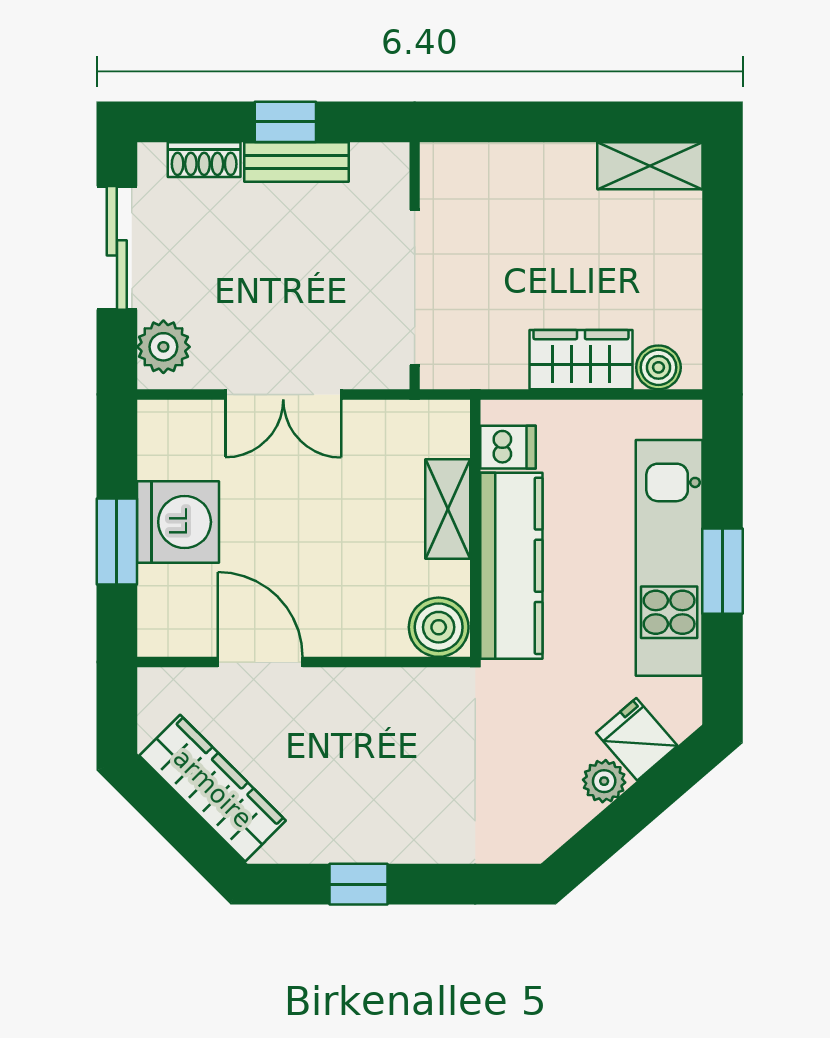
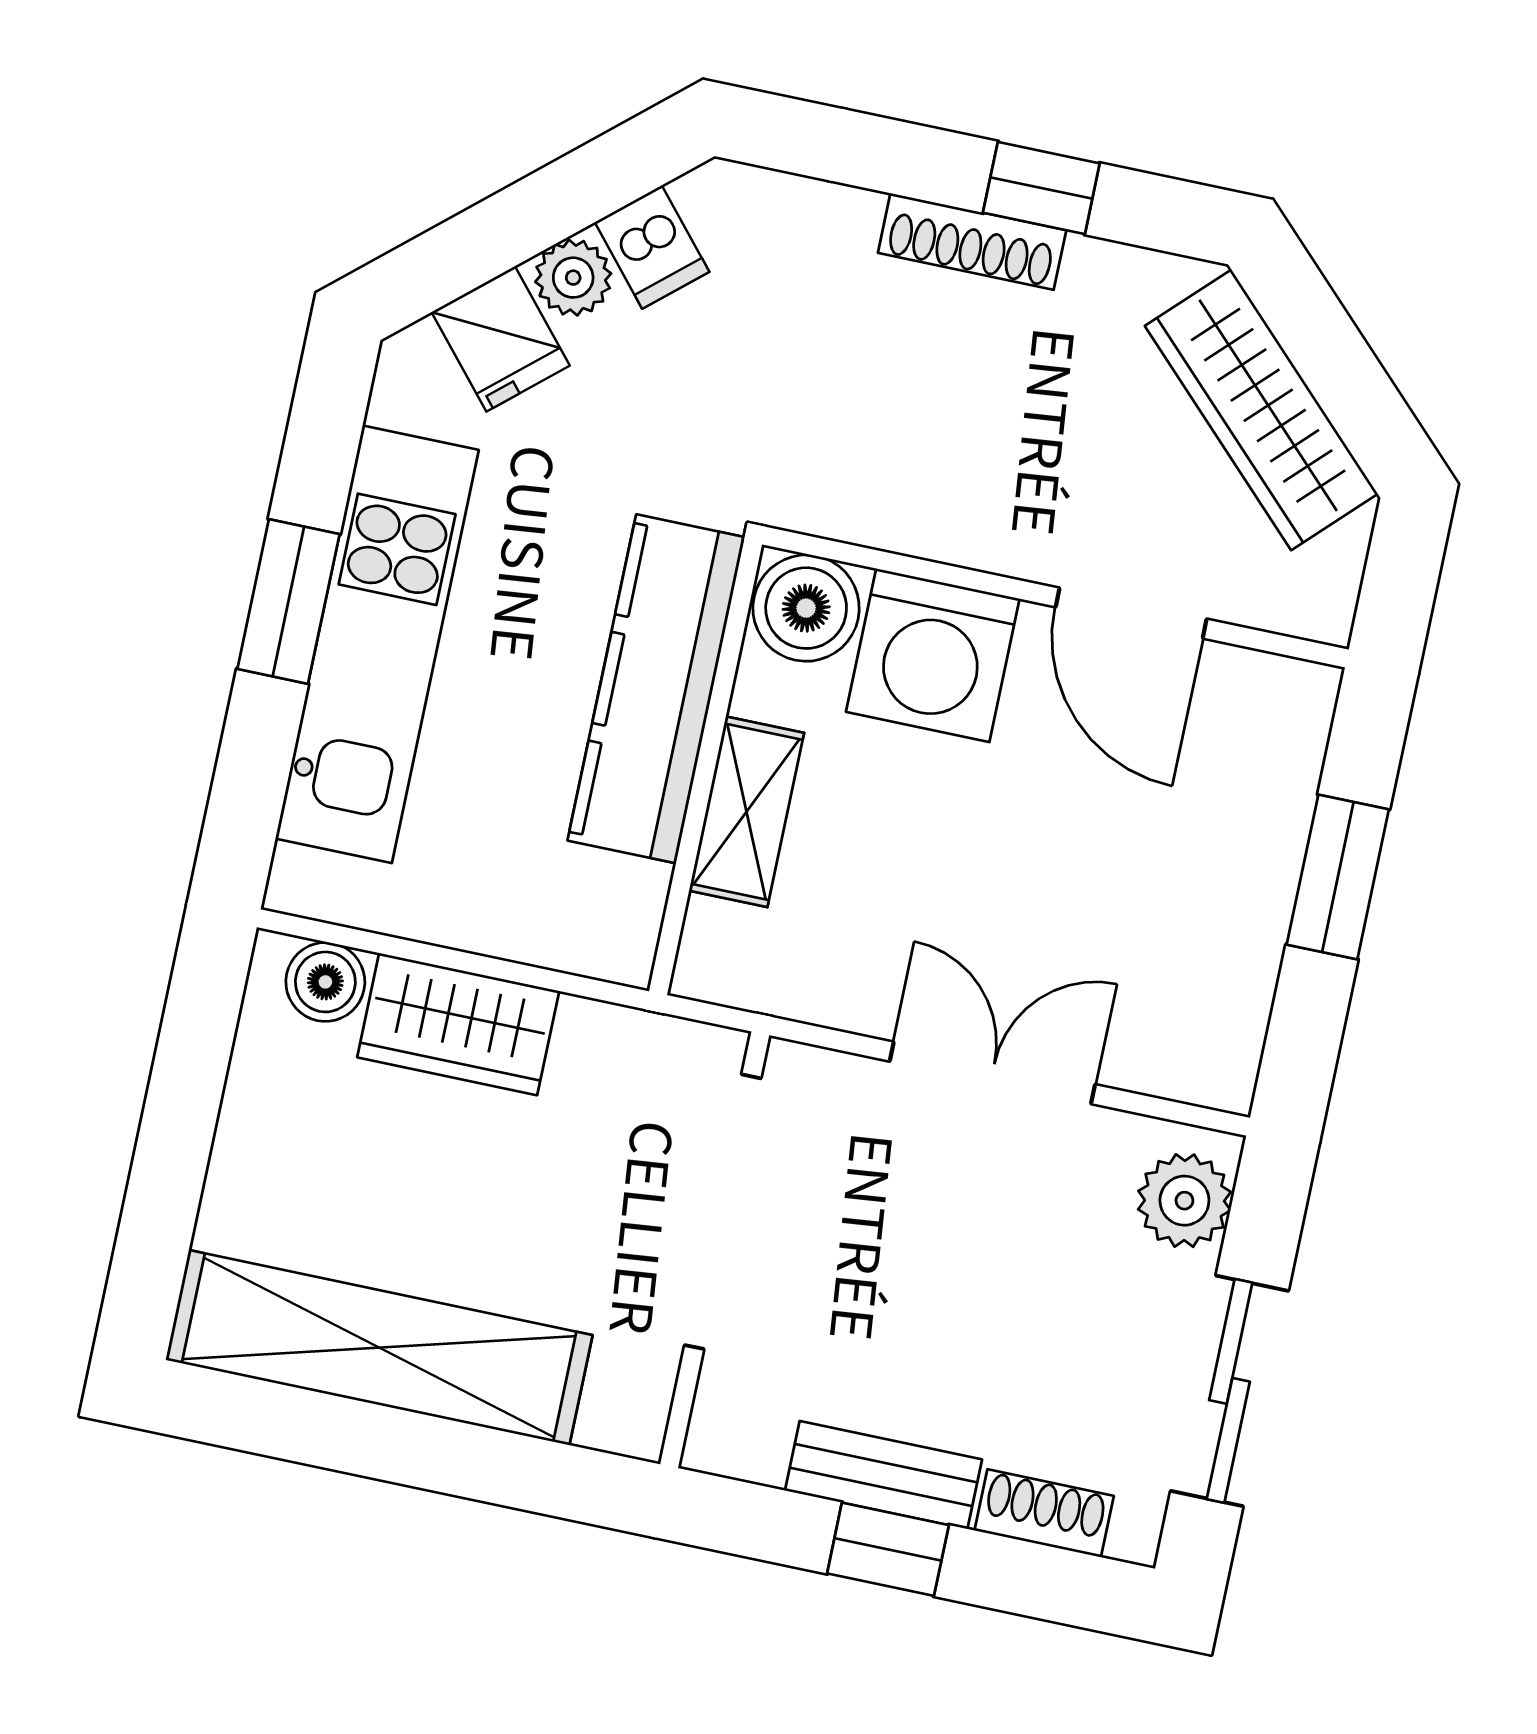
shelving: (650, 166) -> (379, 1348), width x2.20, depth x1.33
dishwasher: (508, 447) -> (652, 247), moved, turned -131
washing machine: (178, 522) -> (933, 655), moved, turned -90
shoe rack: (390, 847) -> (972, 242), added

